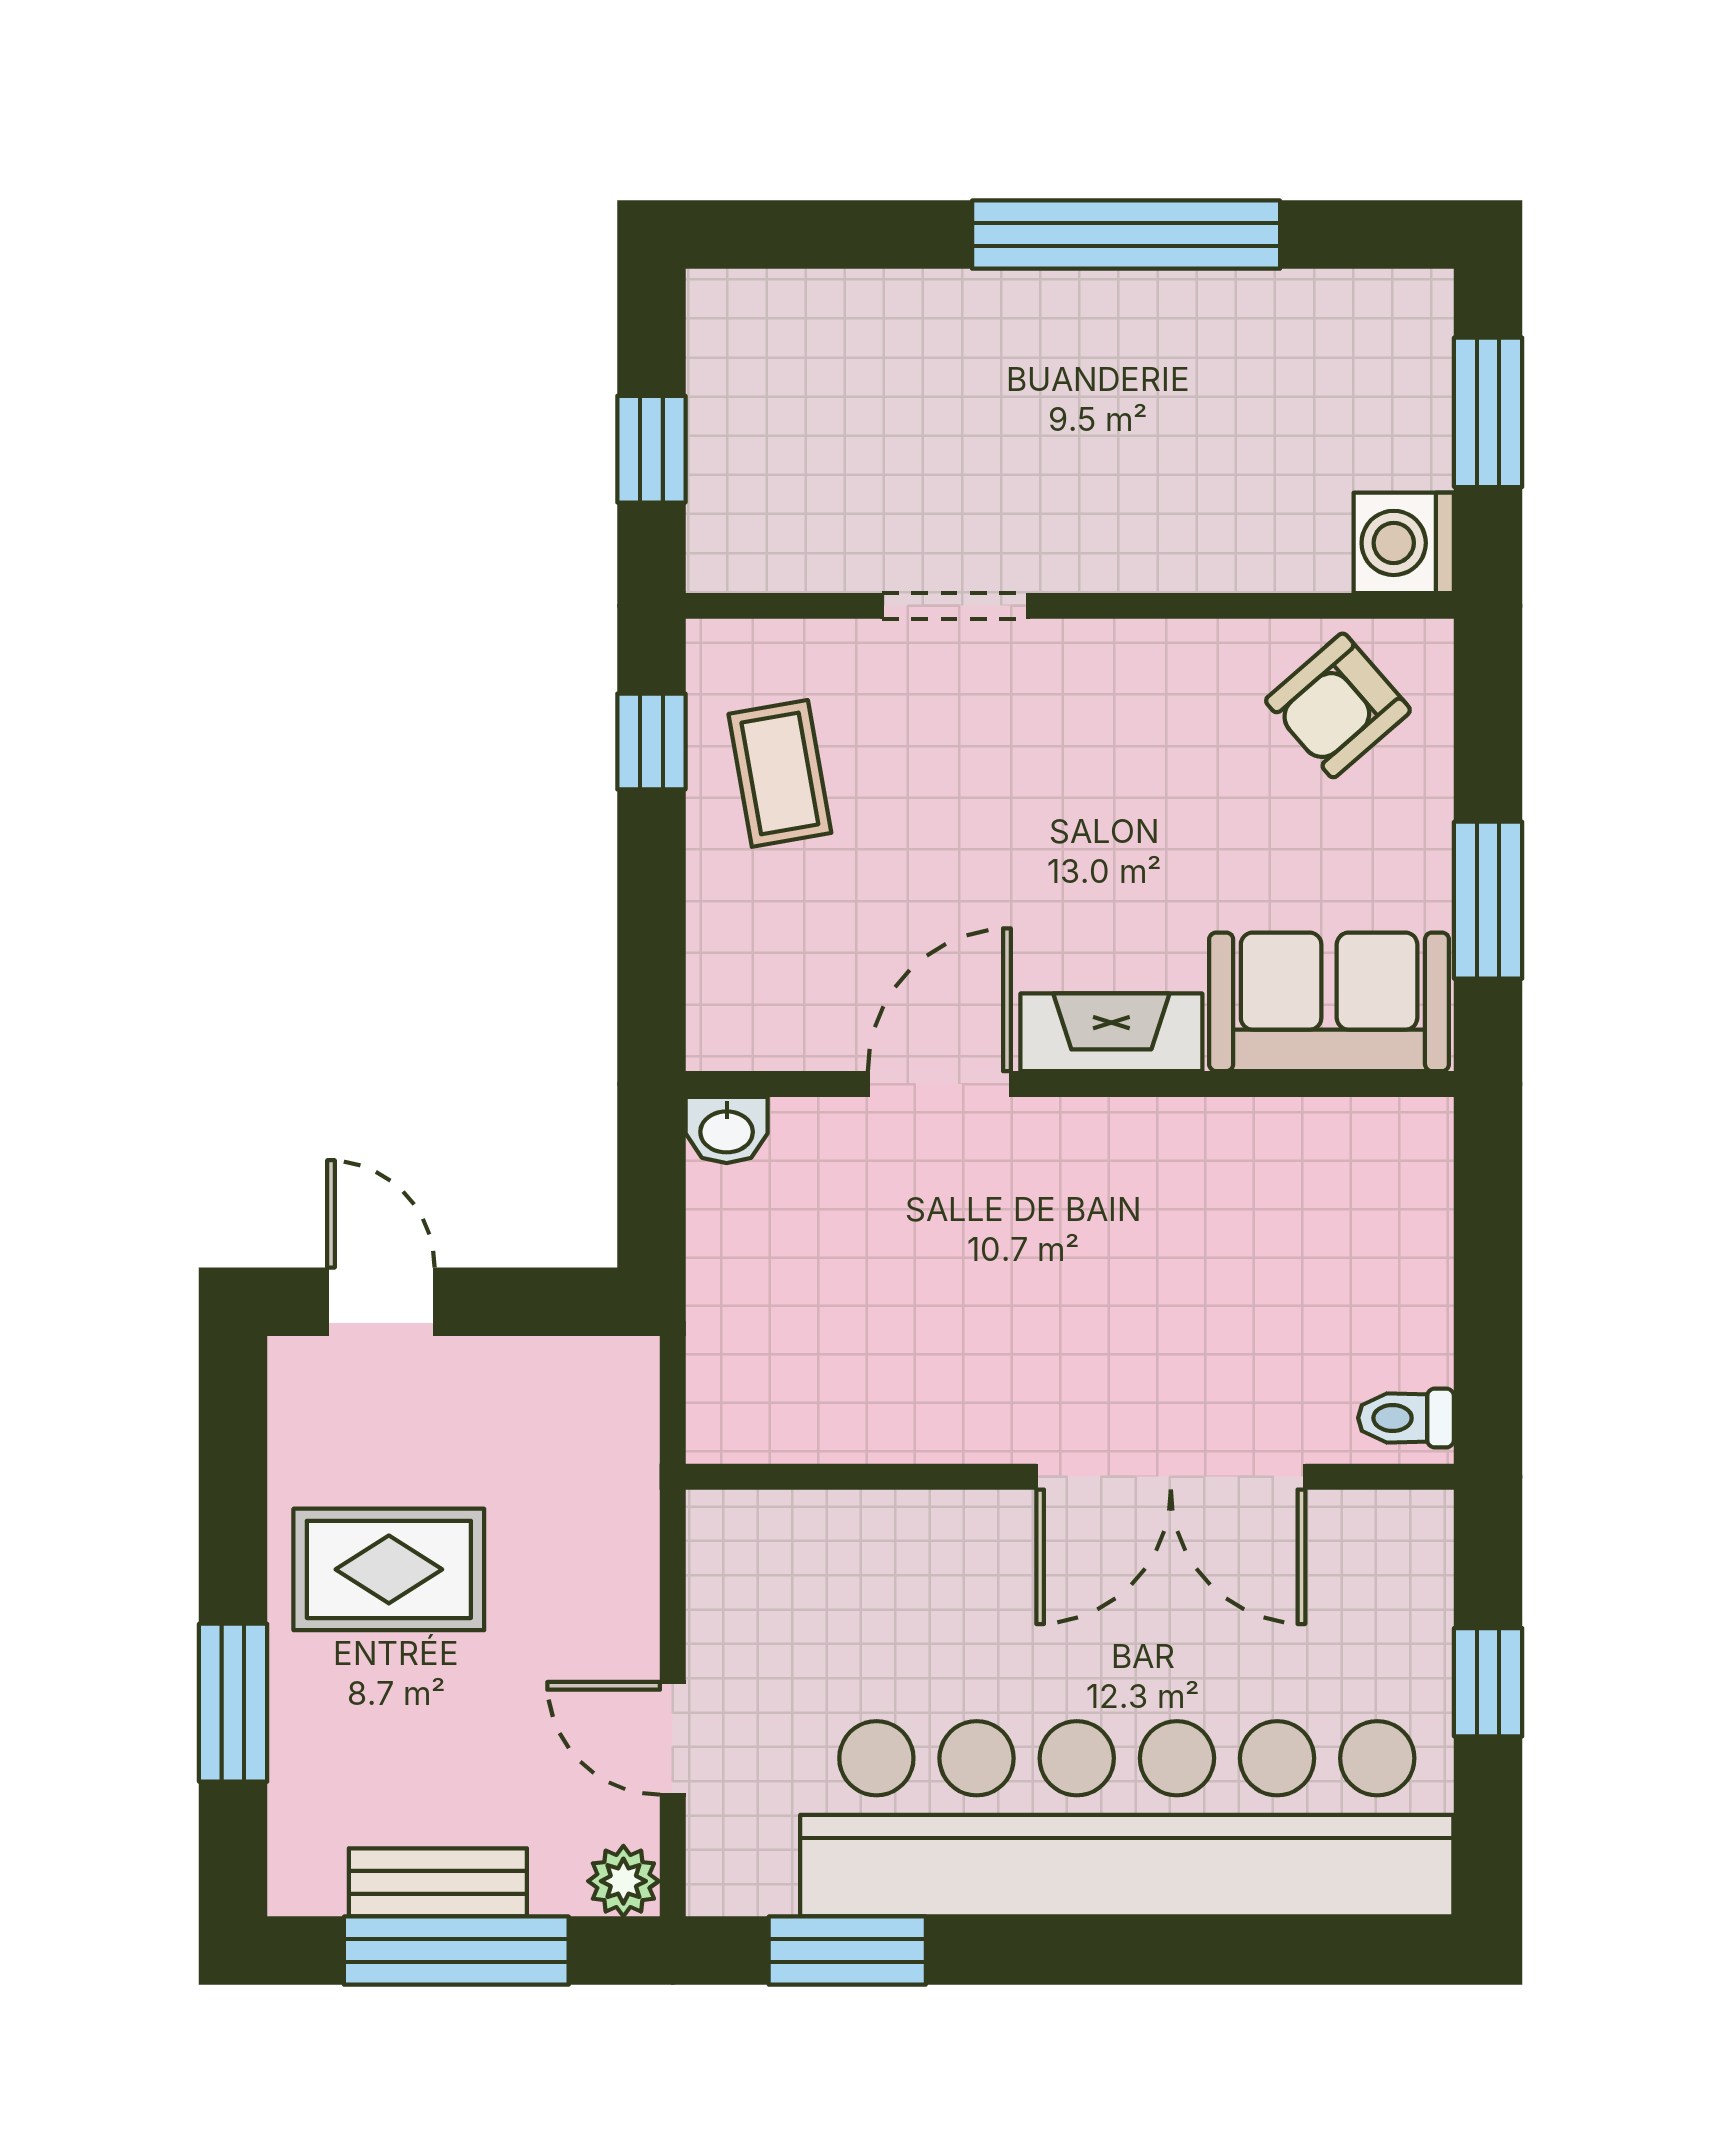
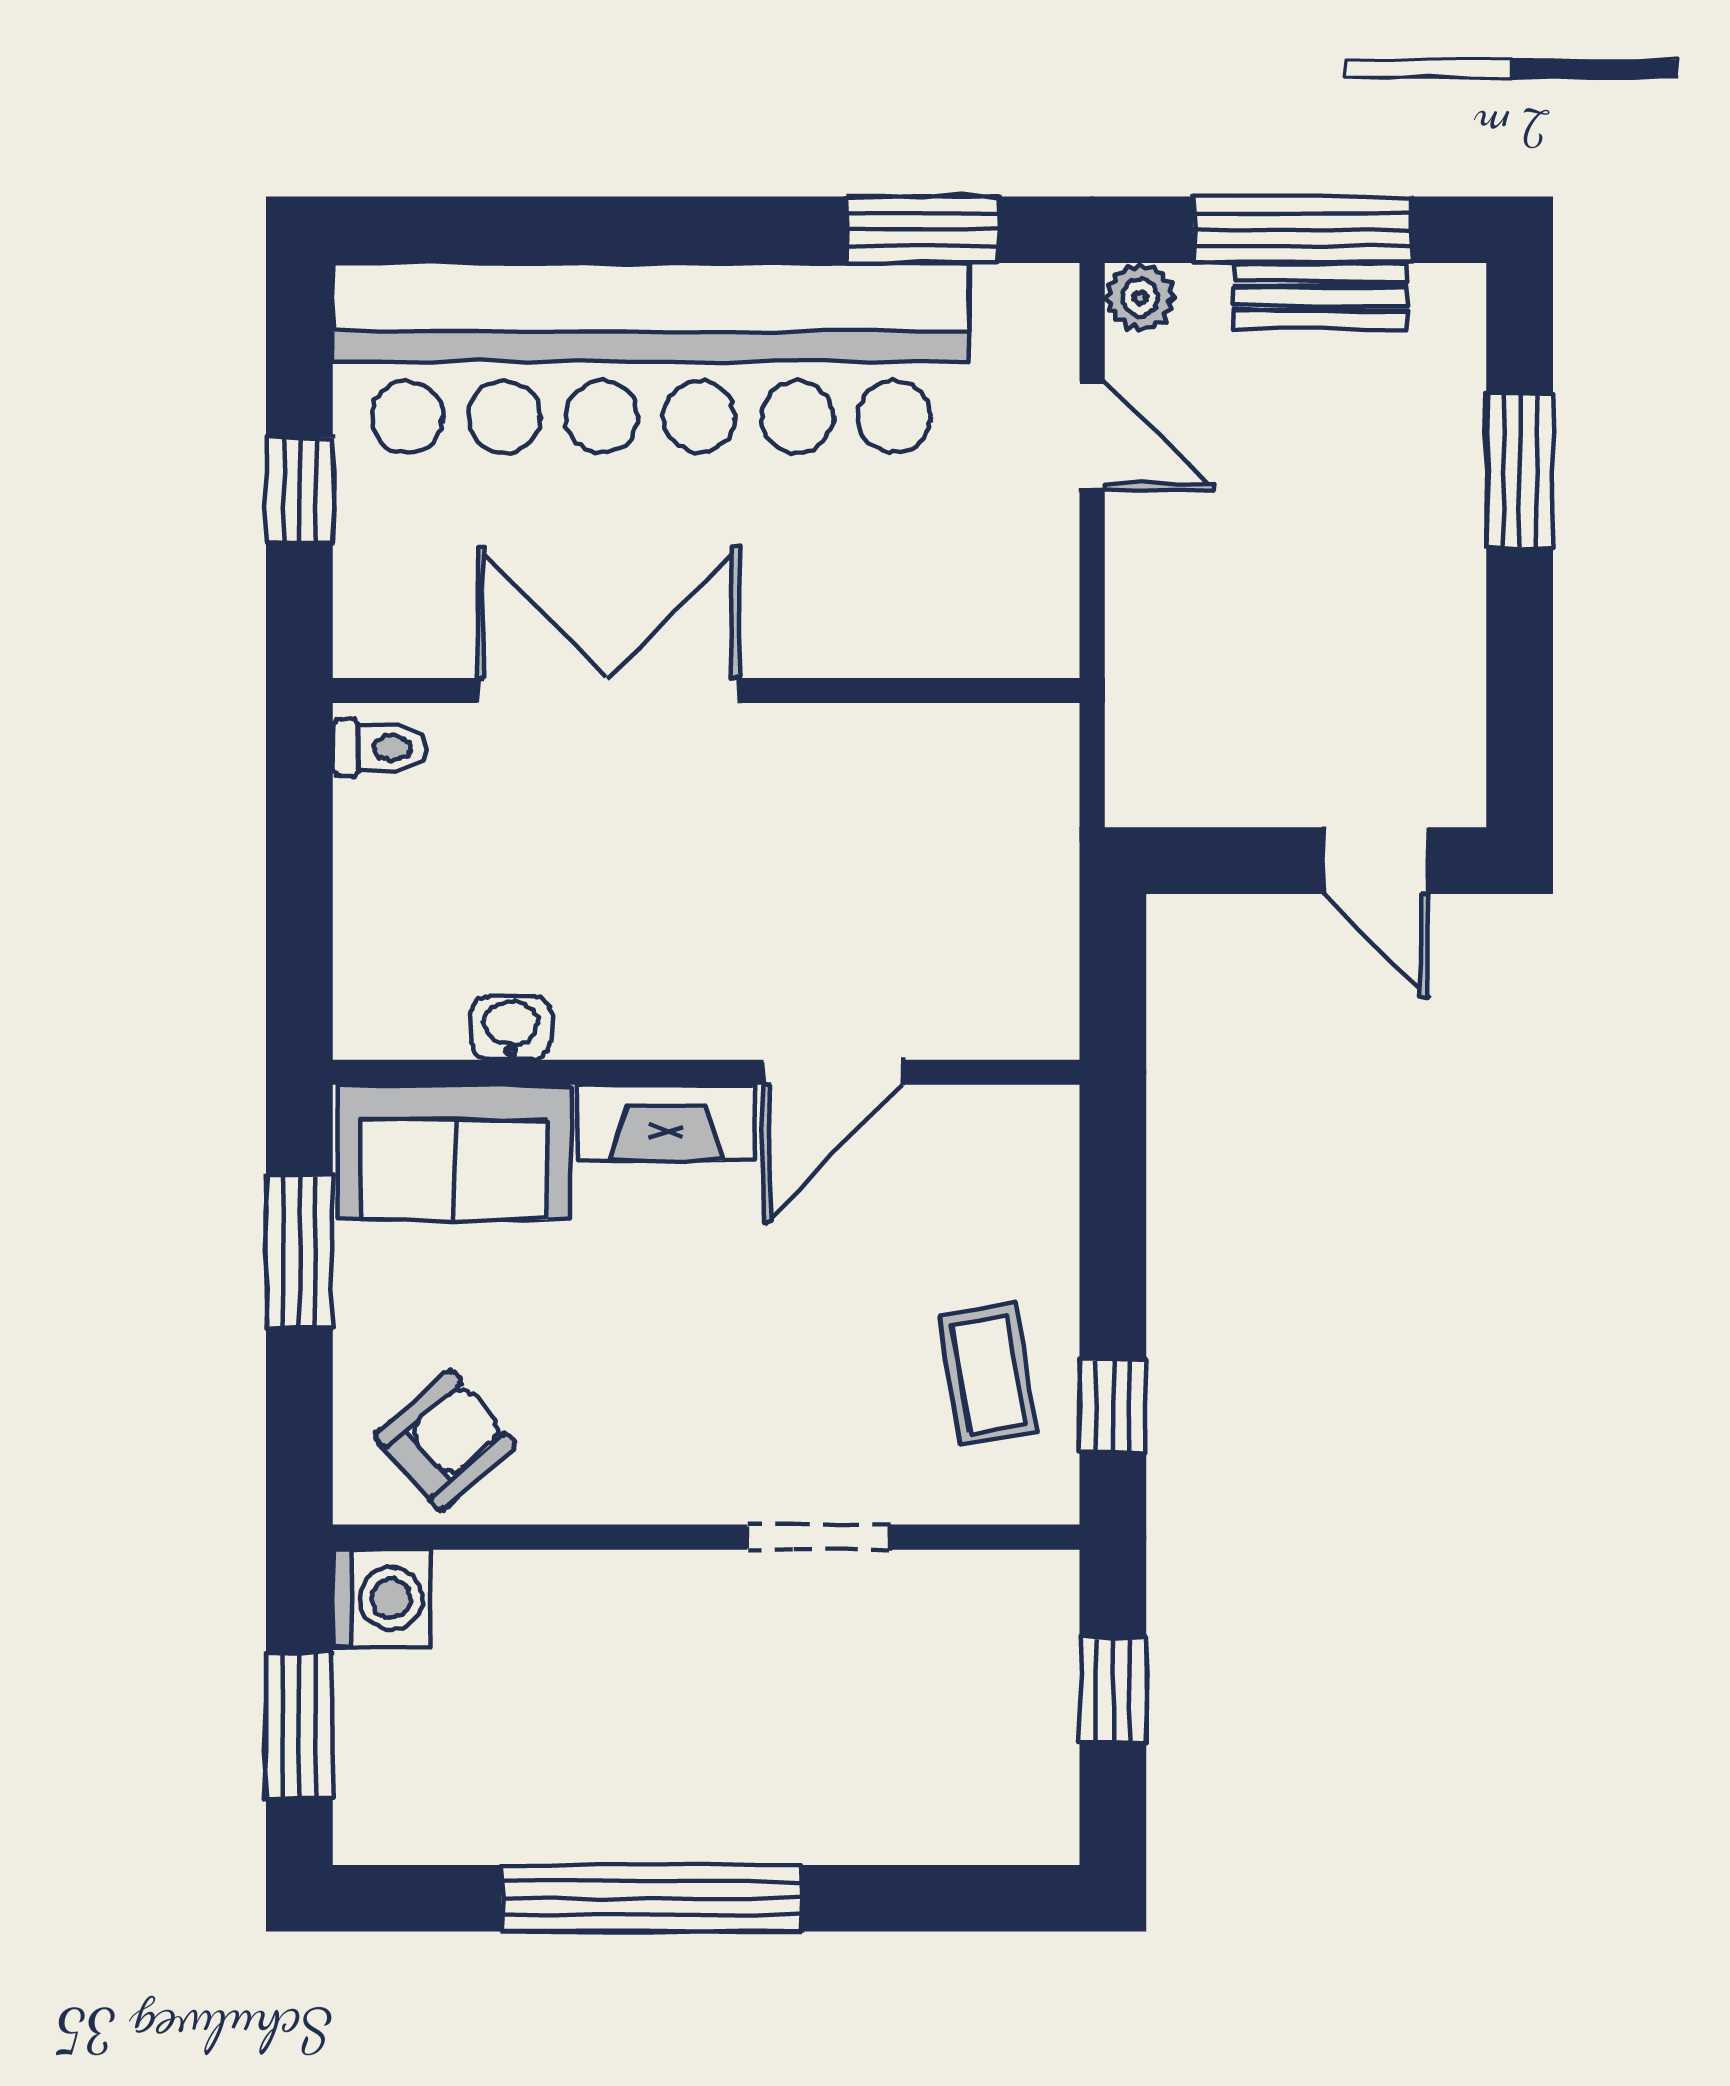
washbasin: (727, 1130) -> (511, 1028), moved
rug: (389, 1569) -> (1368, 600), removed

